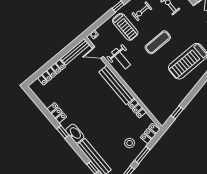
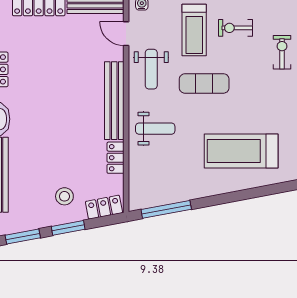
exercise mat: (158, 42) -> (204, 83), moved
weight bench: (144, 82) -> (155, 129), added
window: (177, 112) -> (166, 209), width x2.17

